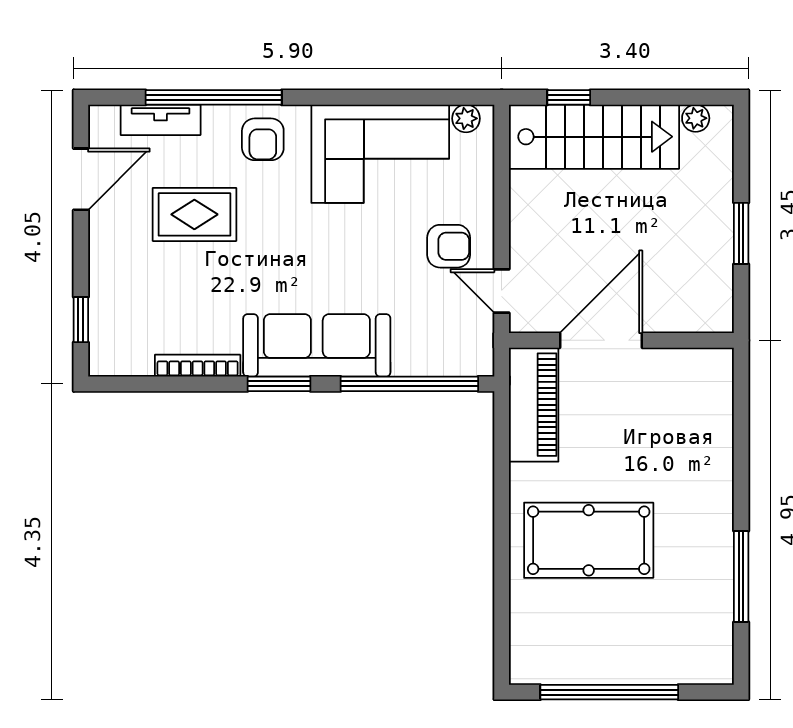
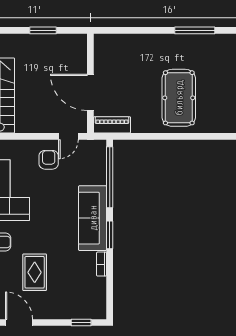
bookcase: (198, 366) -> (102, 264), width x0.64
piano: (534, 405) -> (112, 125), width x0.73, depth x0.75

